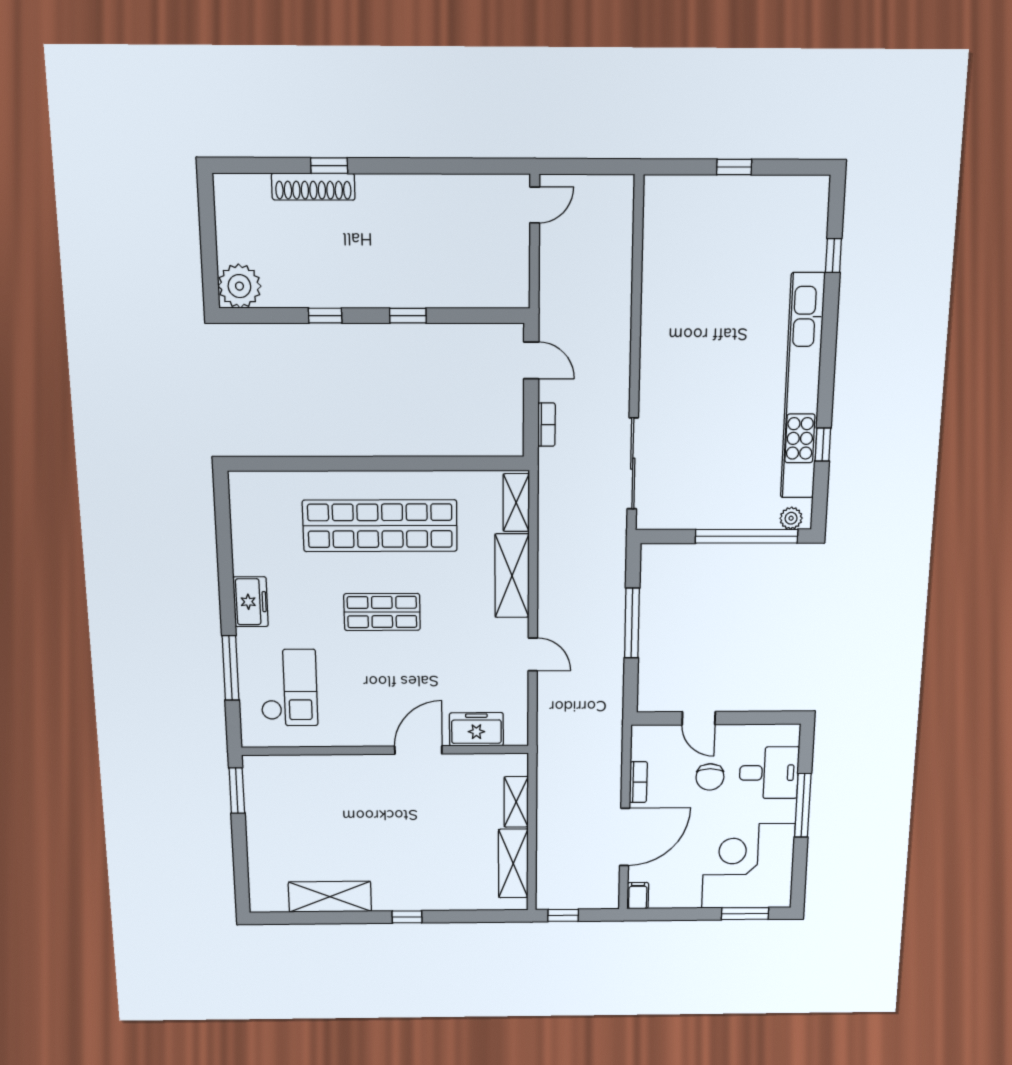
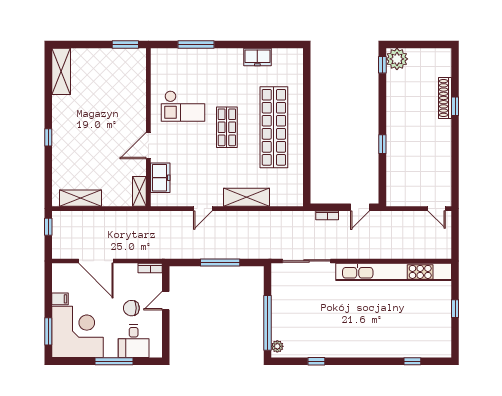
window: (325, 316) -> (382, 65), moved
kitchen unit: (802, 387) -> (394, 272), moved, turned 180
shelving: (516, 503) -> (286, 200), removed
freezer: (251, 602) -> (257, 57), moved
checkout: (289, 688) -> (183, 106), moved
door: (418, 750) -> (148, 146), swing flipped
bookcase: (638, 782) -> (150, 268), moved
shelving: (516, 802) -> (139, 191), moved, turned 90
filing cabinet: (638, 896) -> (60, 299), moved
shelving: (330, 897) -> (61, 71), moved

